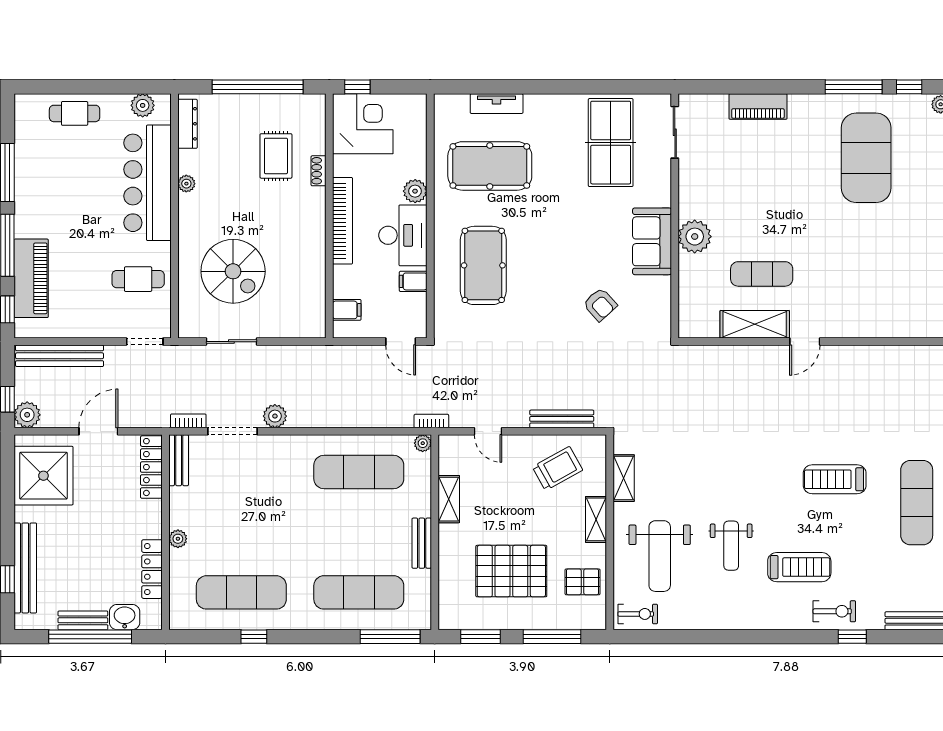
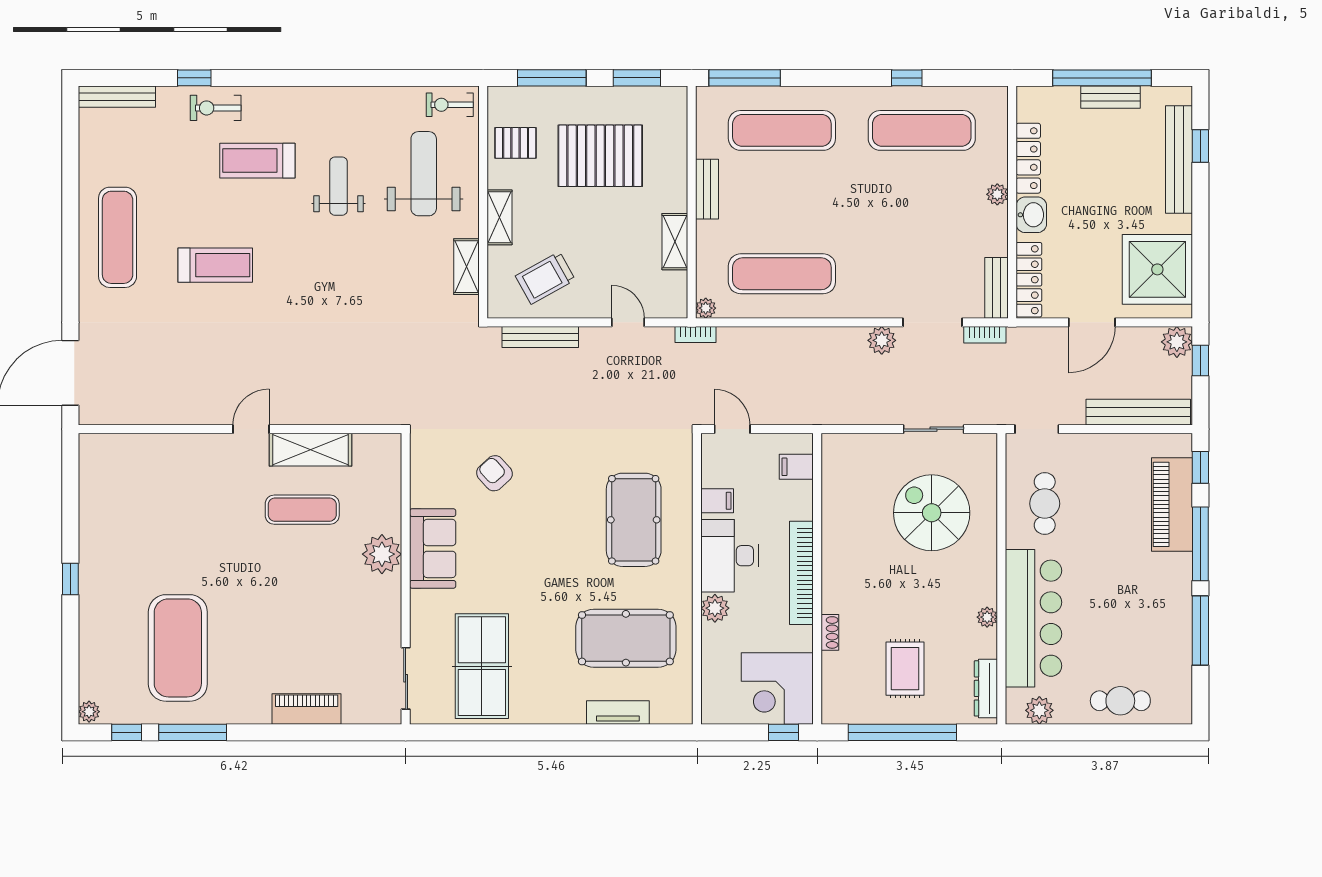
rug: (276, 156) -> (905, 669), moved
cafe table: (138, 279) -> (1045, 504), turned 90
washbasin: (125, 617) -> (1031, 215), moved, turned -90

